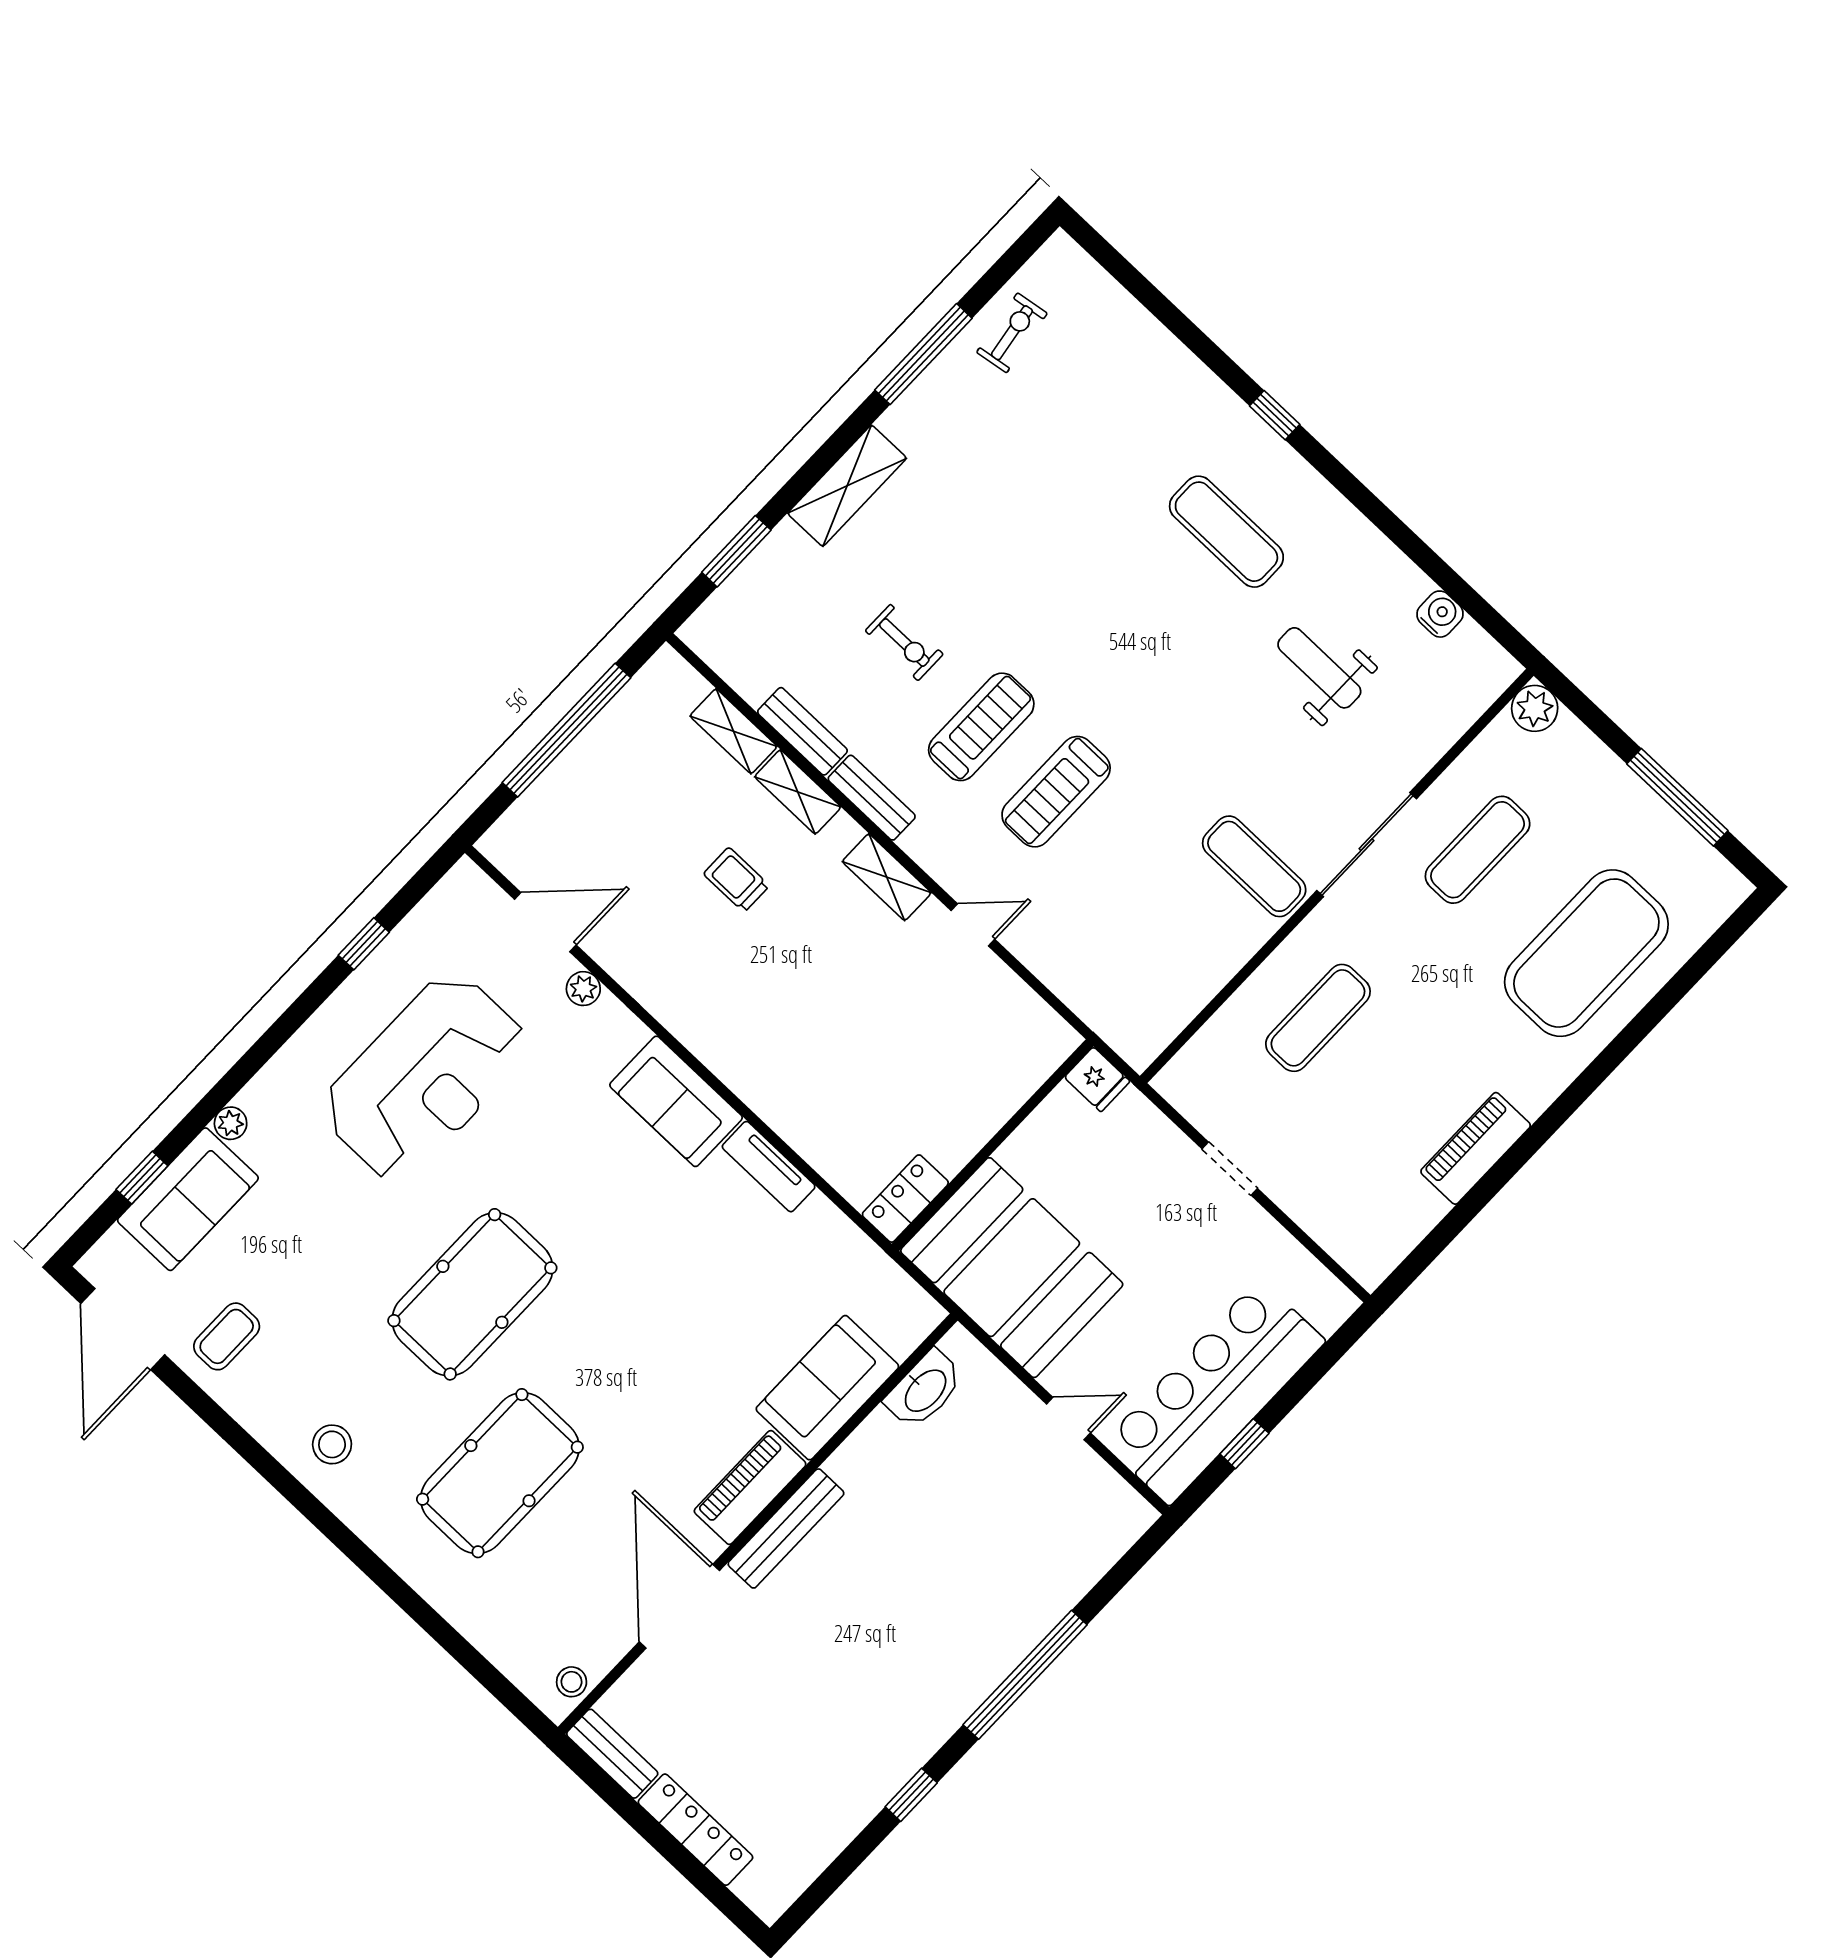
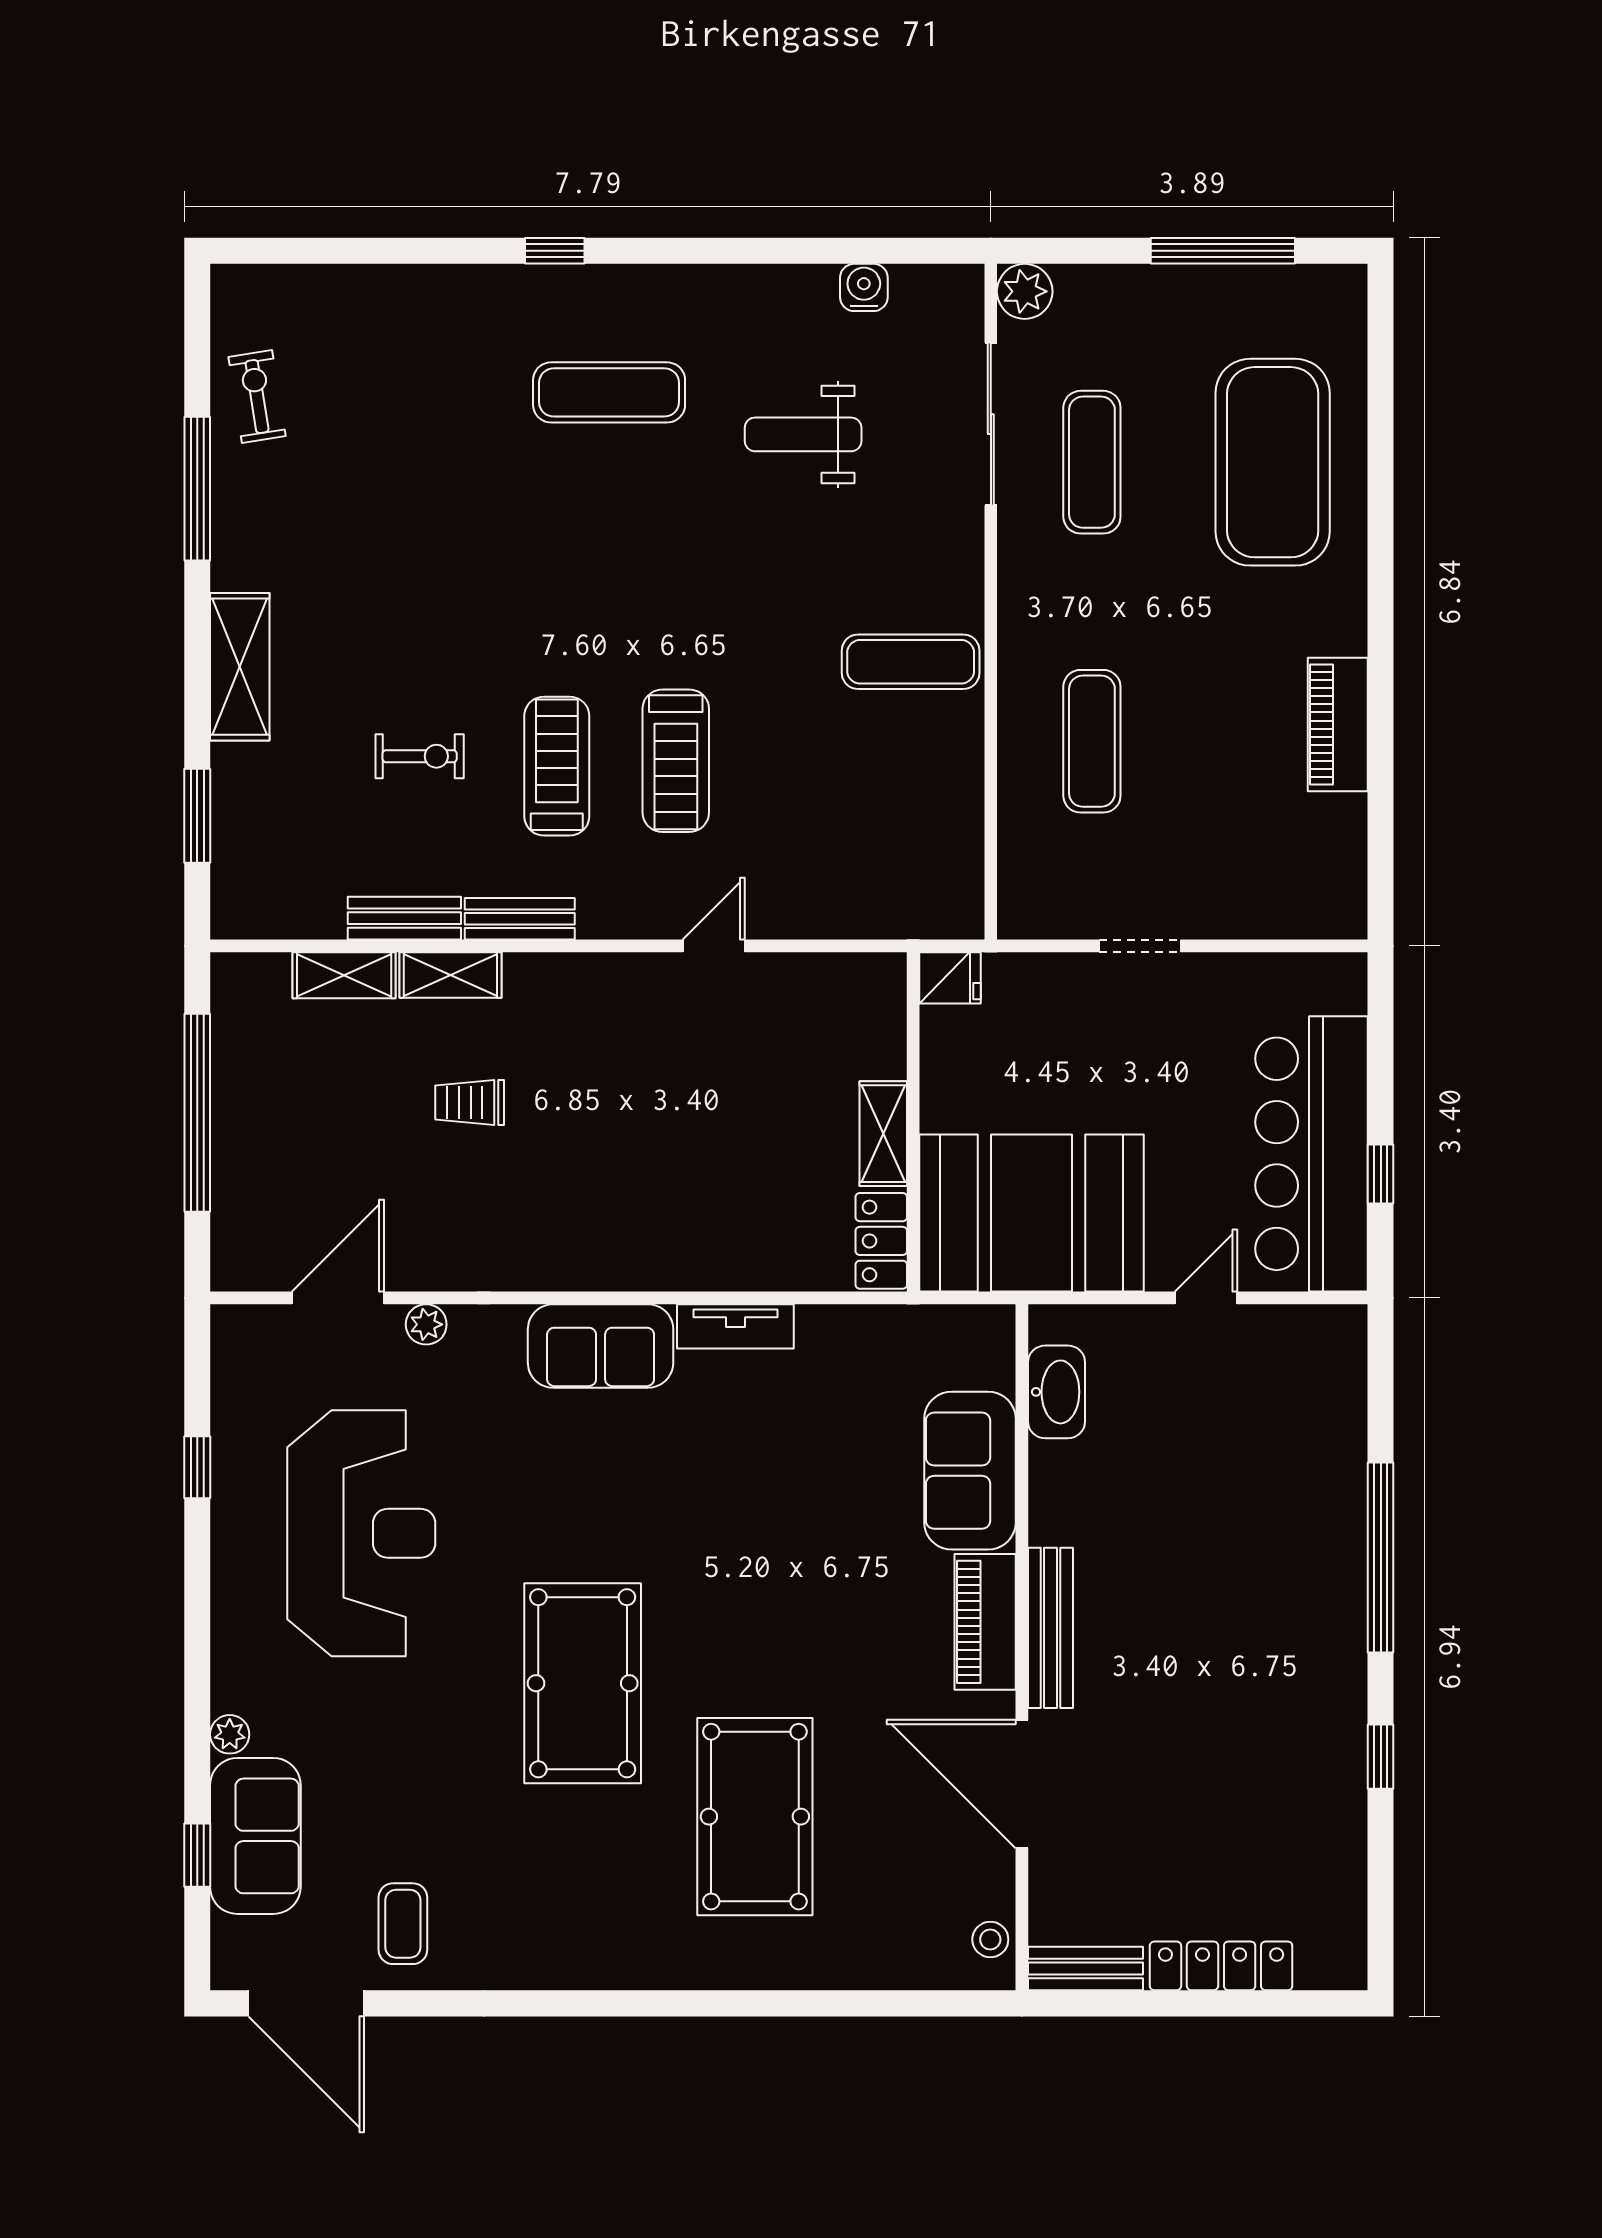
sliding door: (1367, 845) -> (991, 424), moved
shelving: (887, 877) -> (883, 1134), moved, turned 90
stool: (332, 1444) -> (584, 1931), removed

